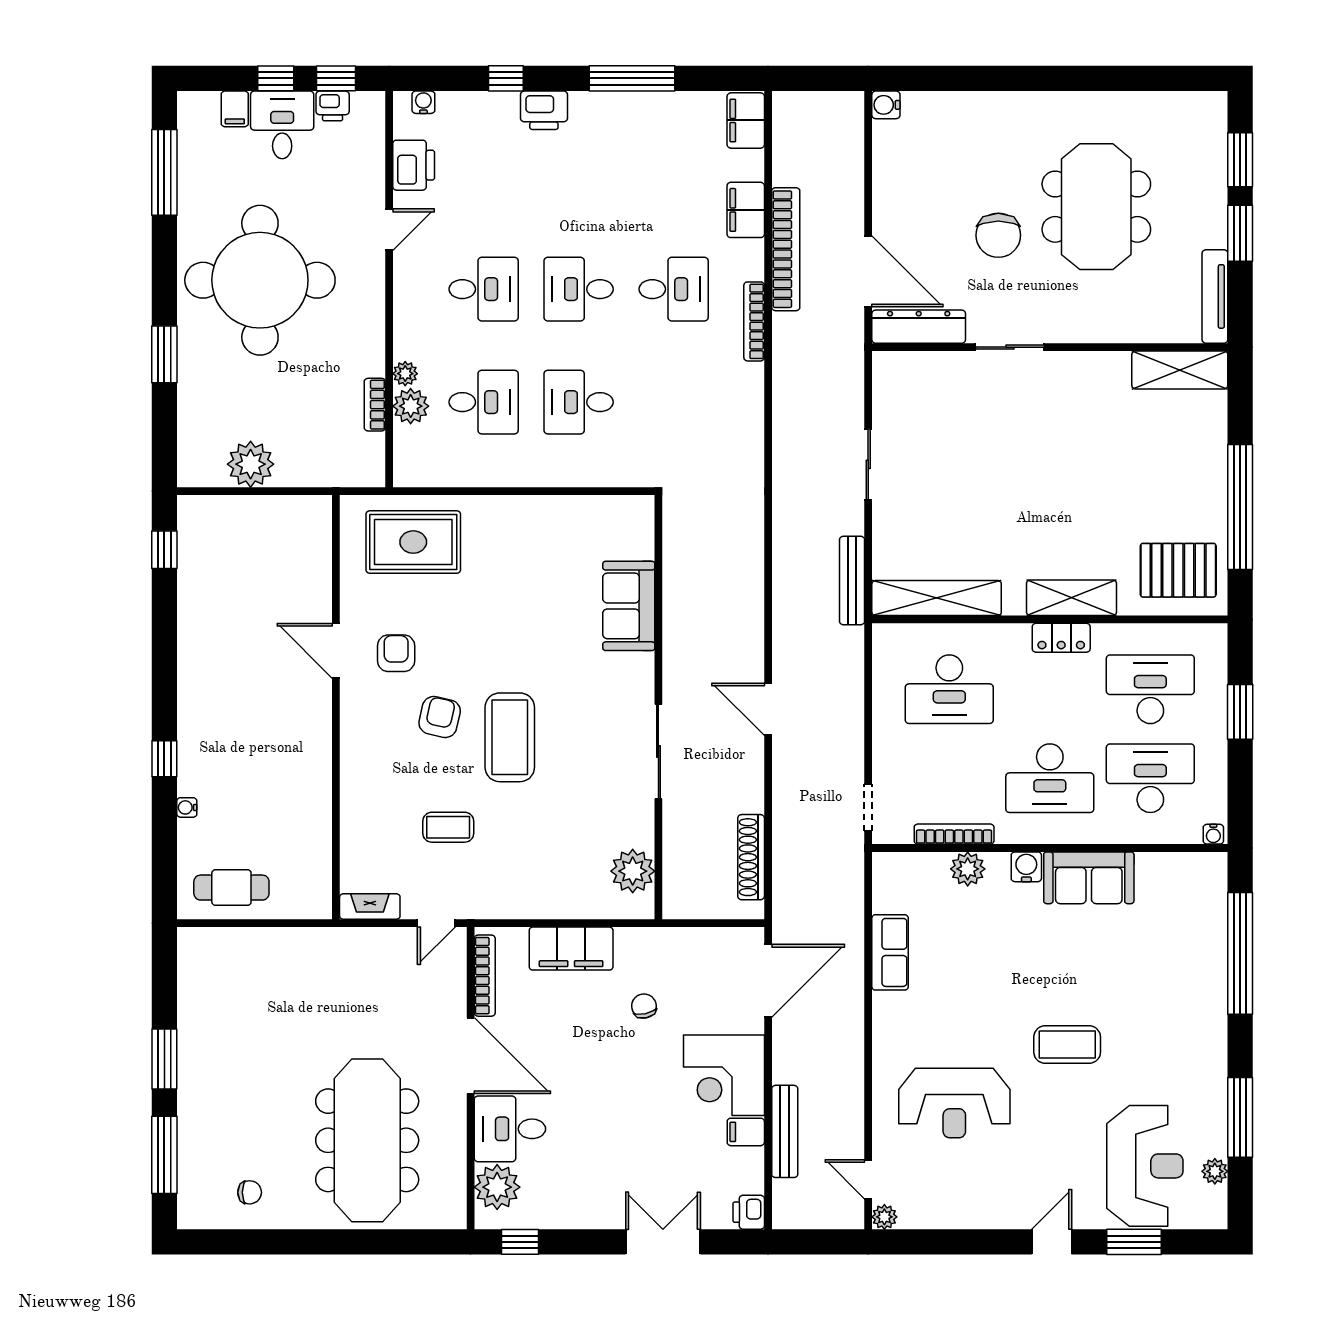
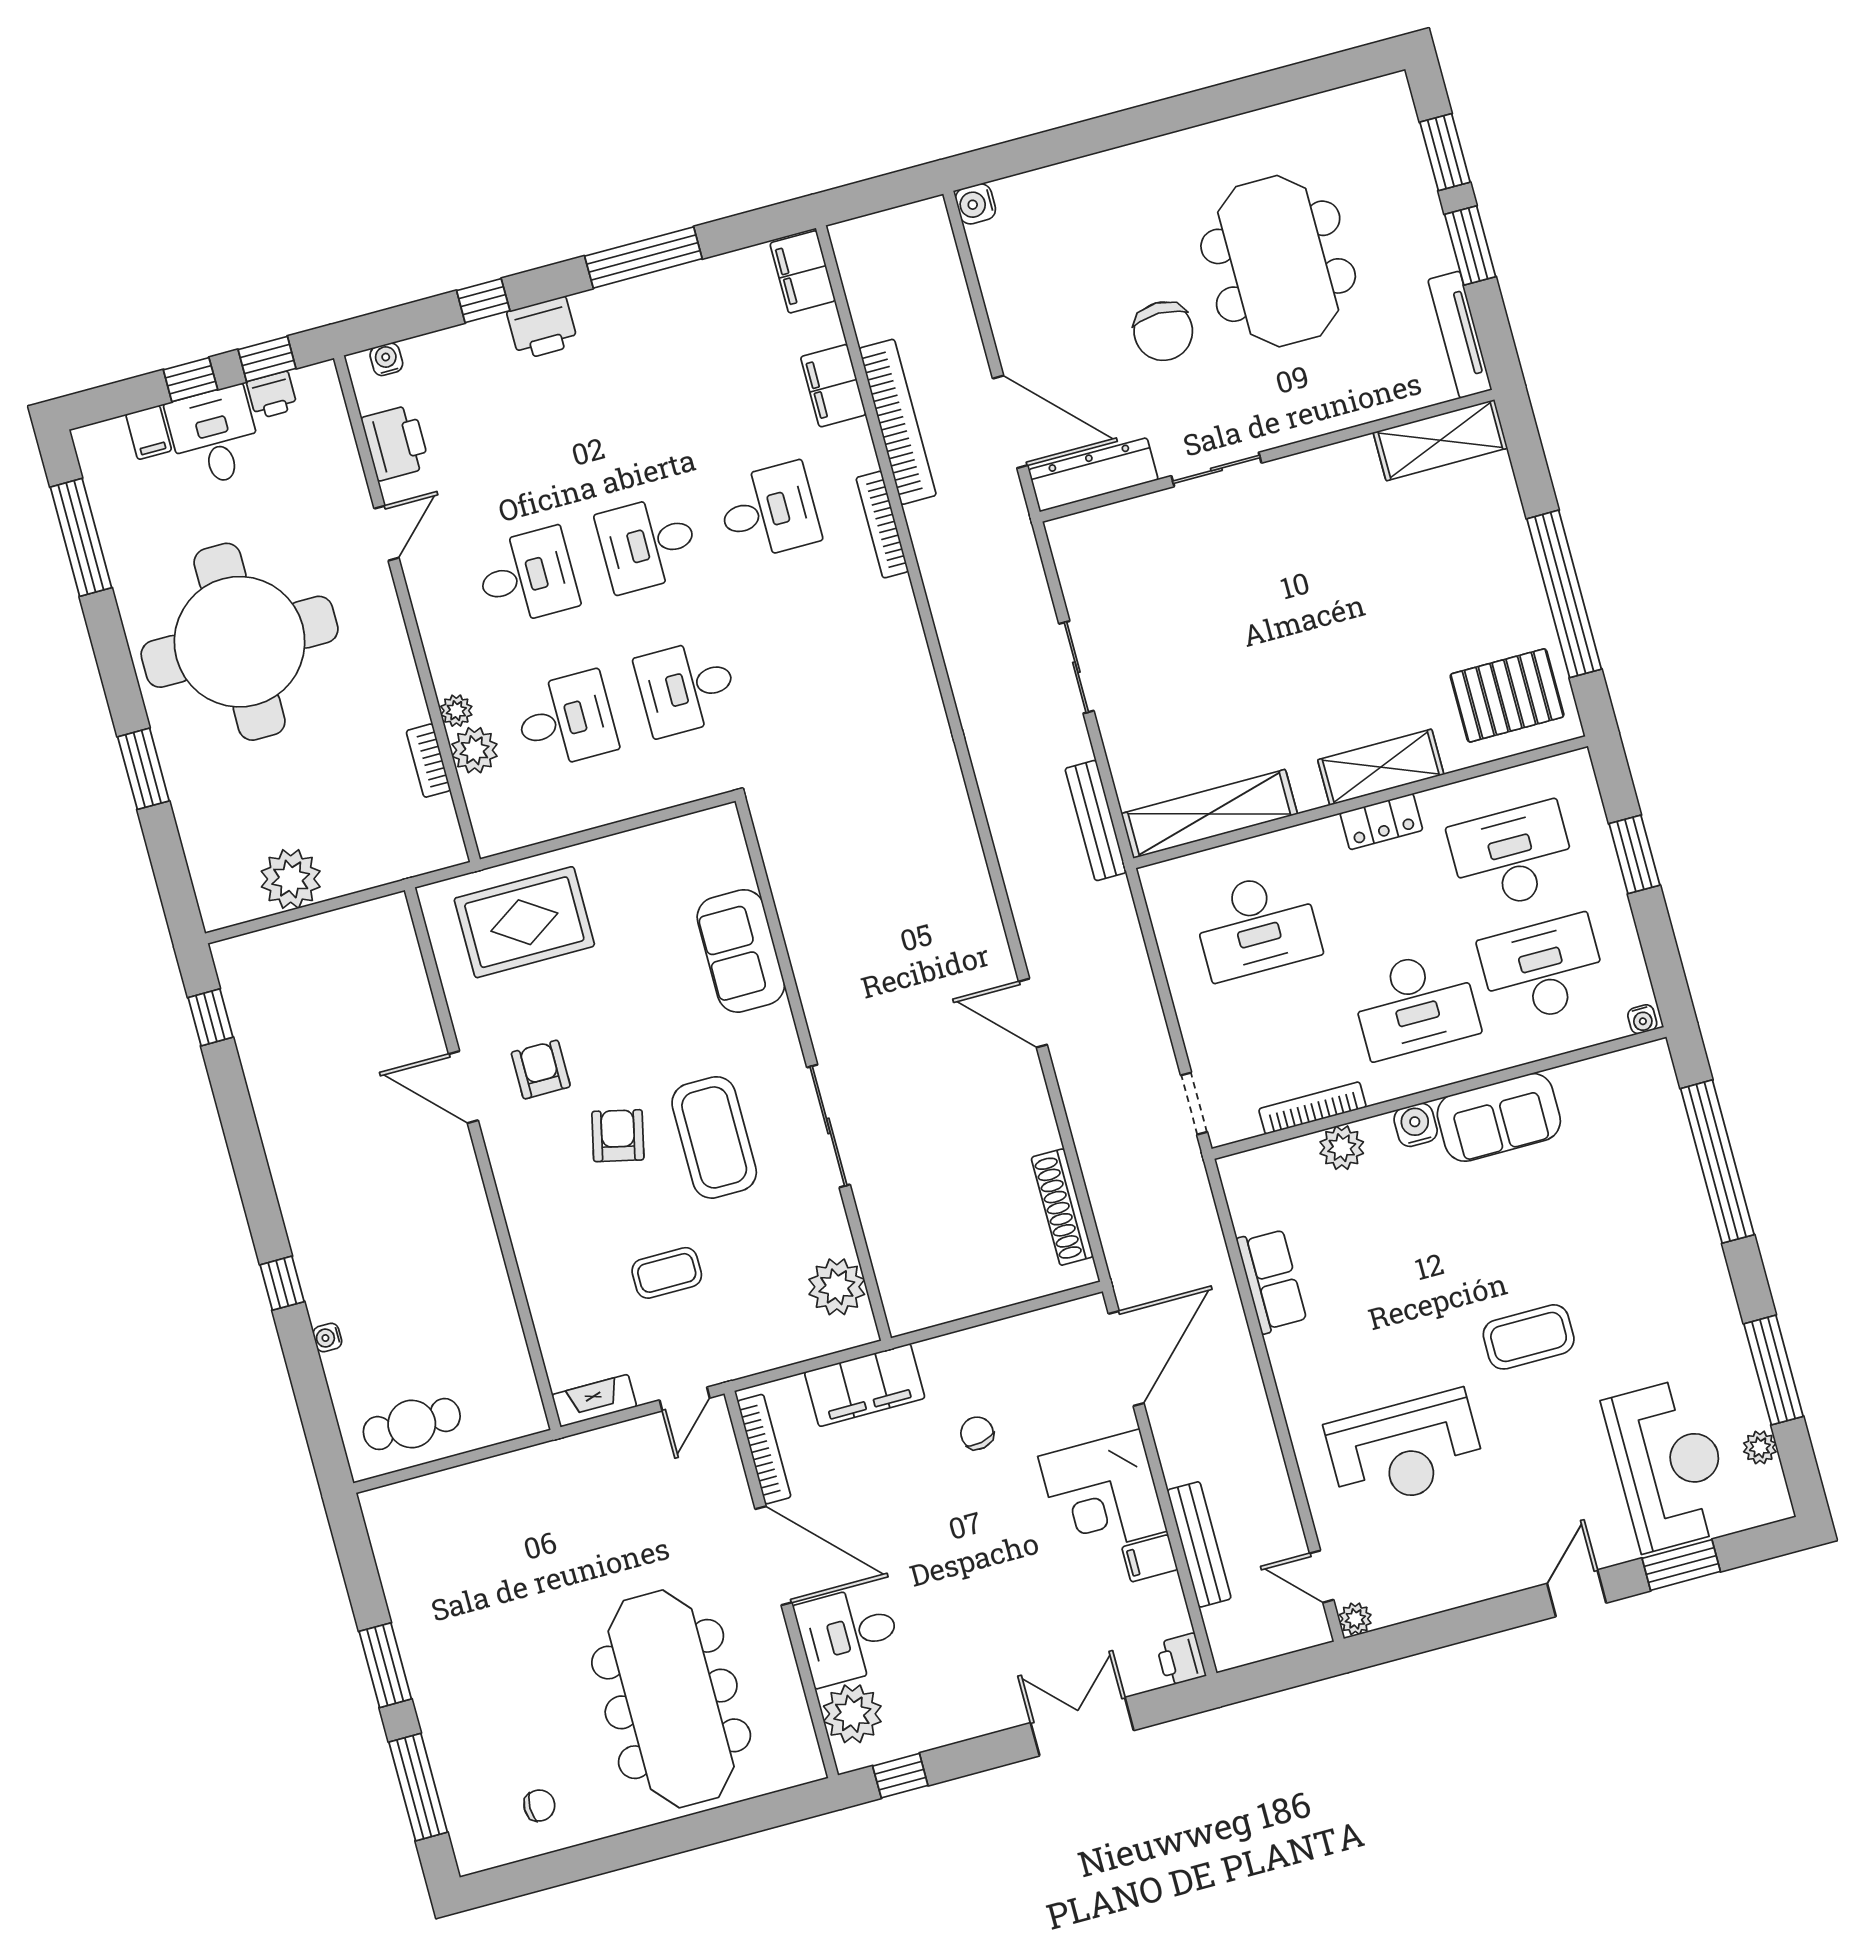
sofa: (629, 606) -> (741, 951), moved
wall: (658, 707) -> (813, 1069), moved
sliding door: (658, 752) -> (828, 1126), moved
plant: (633, 871) -> (837, 1287), moved

